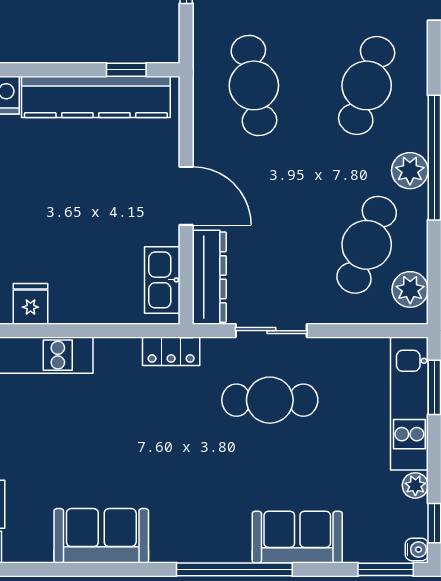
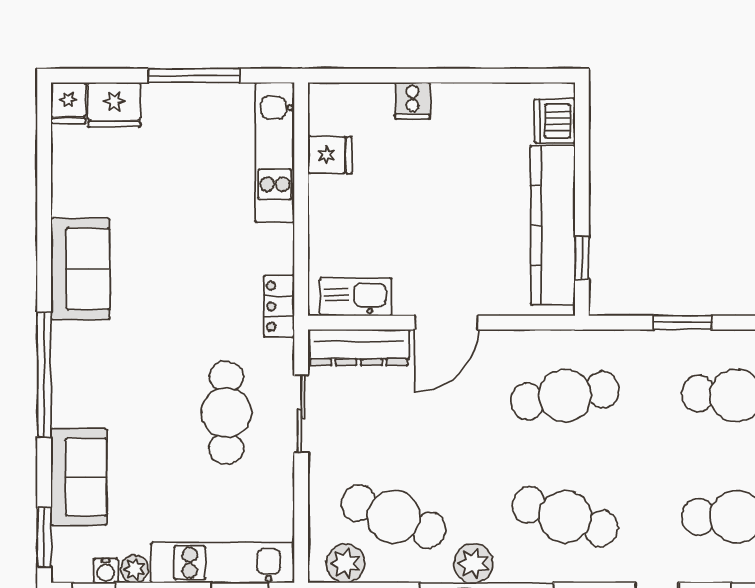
sofa: (101, 536) -> (80, 269), moved
sofa: (297, 537) -> (79, 477), moved
water cooler: (417, 550) -> (106, 571), moved

